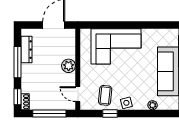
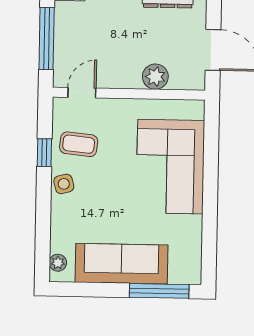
plant: (69, 66) -> (155, 77), moved
plant: (153, 105) -> (58, 263), moved

